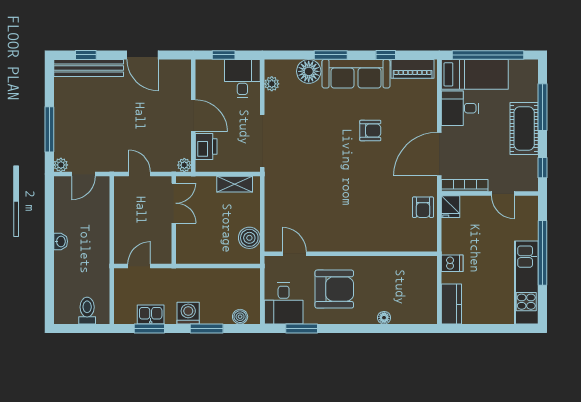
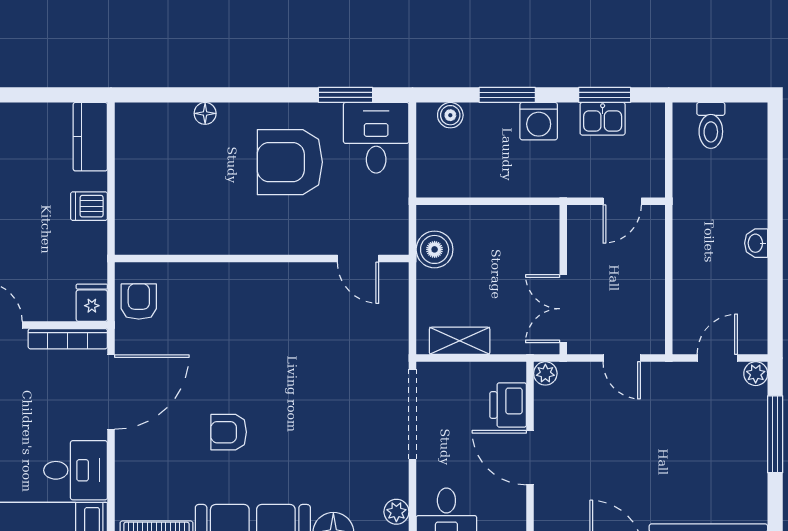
door: (294, 254) -> (358, 259), moved
wall: (351, 254) -> (262, 259), moved

